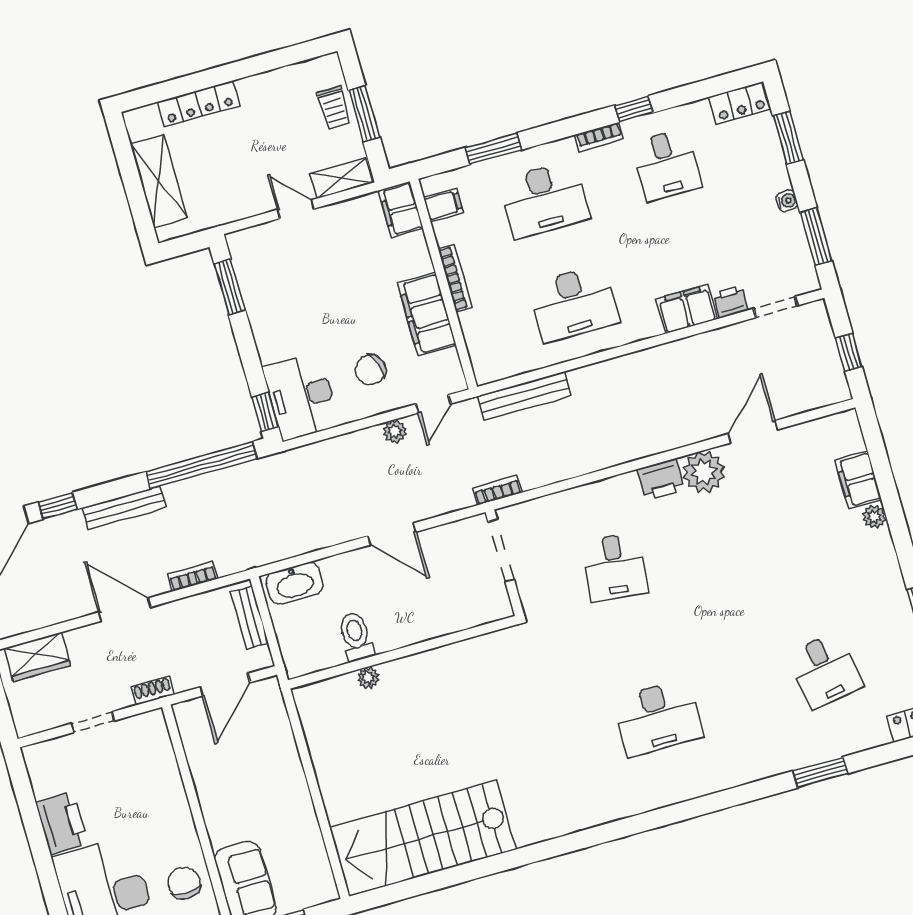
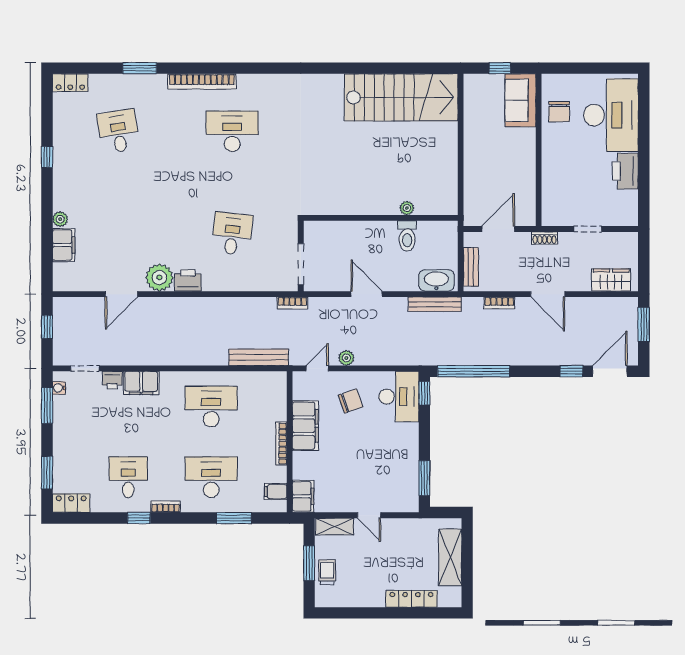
water cooler: (787, 201) -> (59, 388), moved
bench: (124, 508) -> (435, 304), moved
bookcase: (723, 779) -> (202, 81), added

